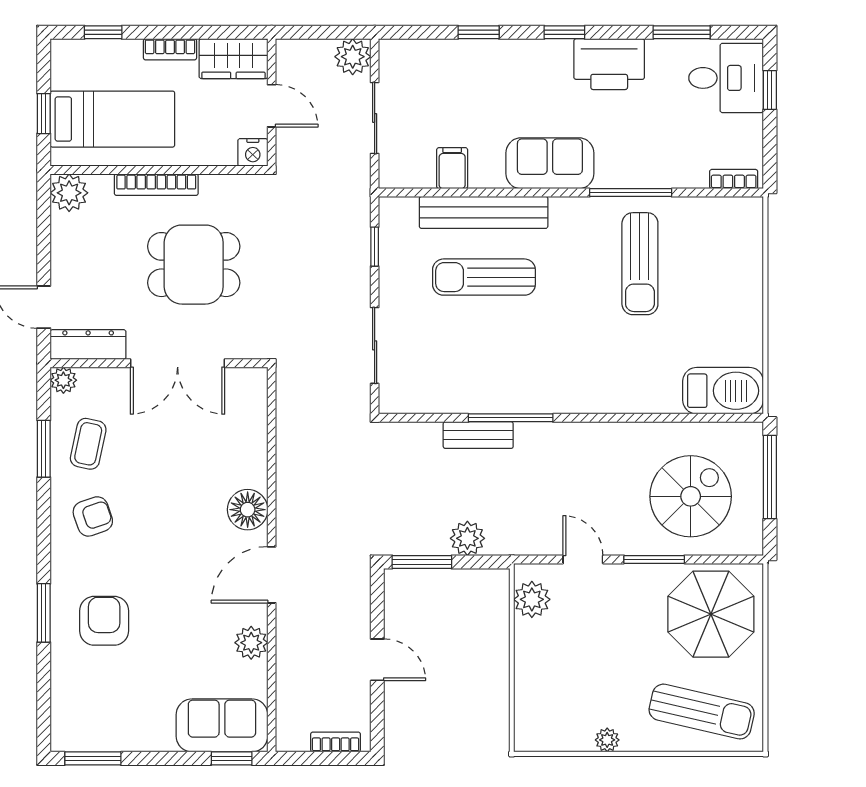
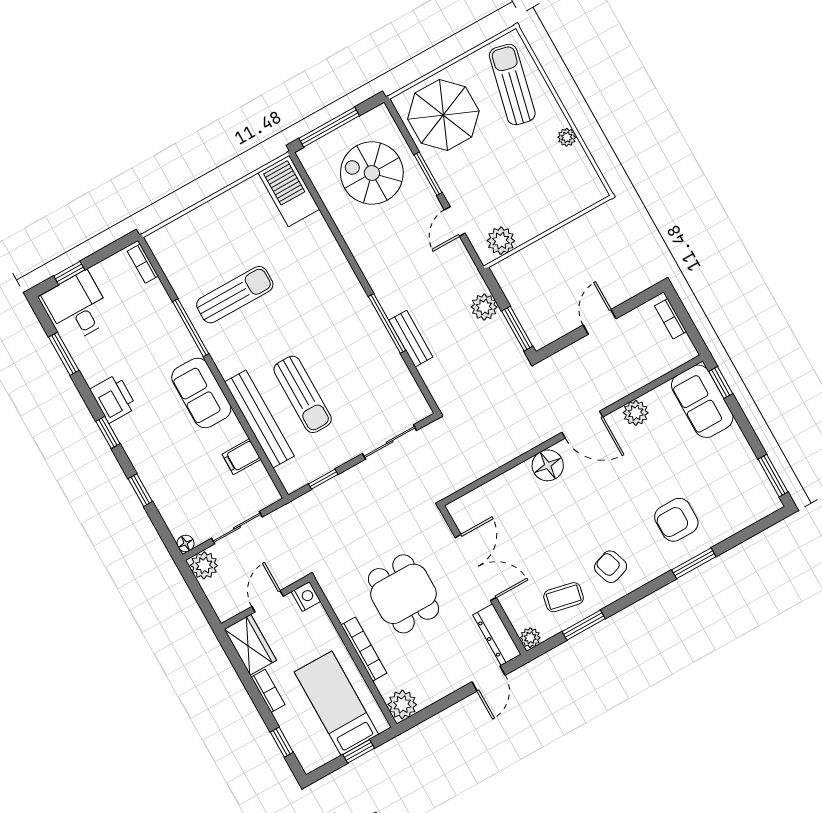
floor lamp: (389, 50) -> (186, 543), added
printer: (609, 64) -> (113, 398), width x0.73, depth x0.84

